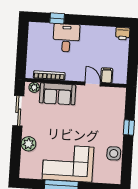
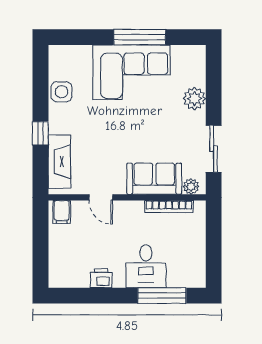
window: (57, 18) -> (162, 296), width x2.17
printer: (123, 34) -> (101, 278), moved
filing cabinet: (107, 75) -> (62, 212), moved
fireplace: (118, 109) -> (59, 162), added

